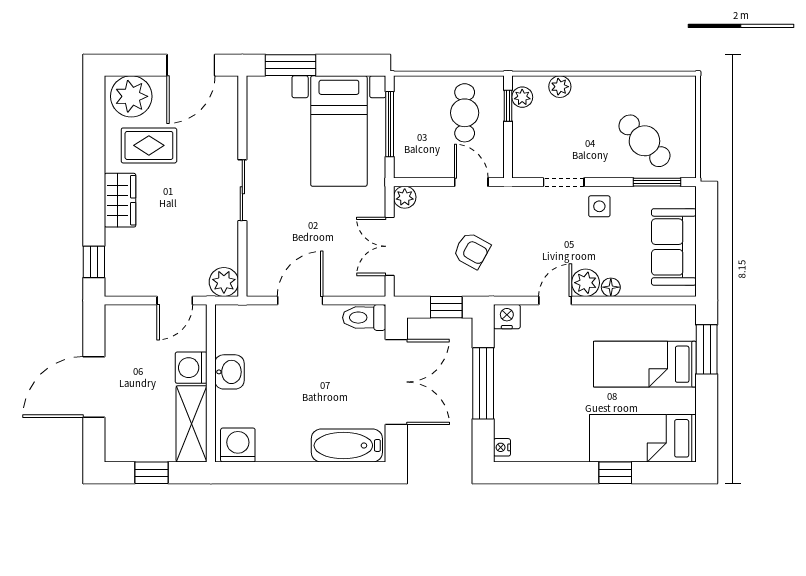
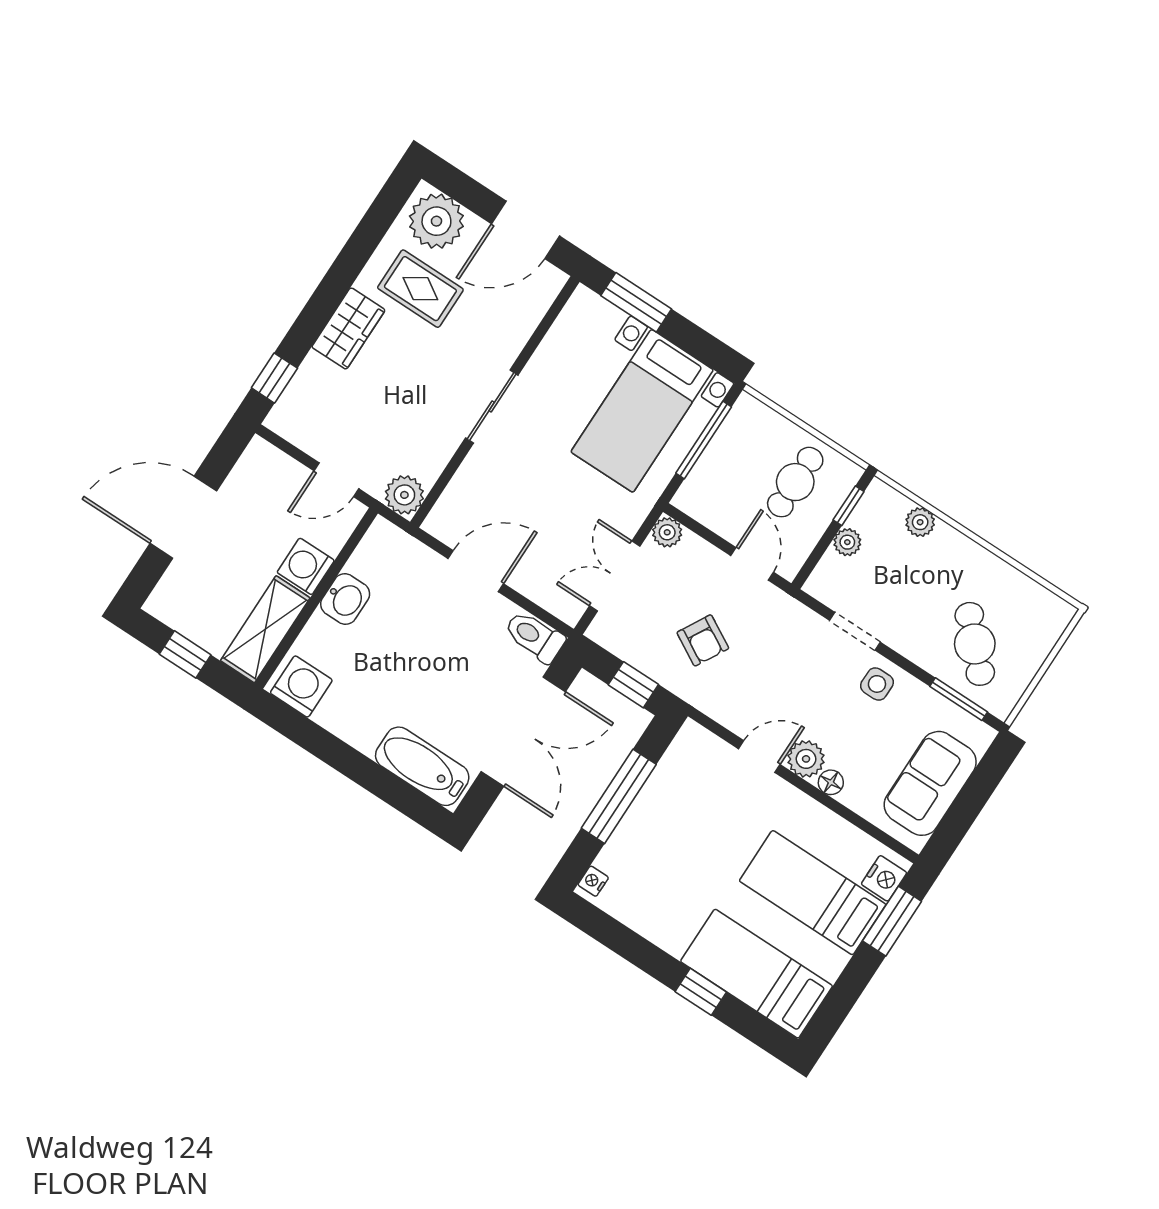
plant: (522, 97) -> (847, 542), moved
nightstand: (507, 317) -> (884, 878), moved, turned 90

